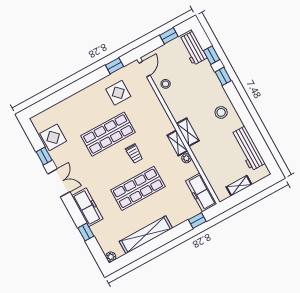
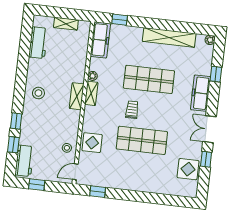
display table: (118, 93) -> (92, 143), moved
workbench: (248, 149) -> (38, 43), width x0.73

